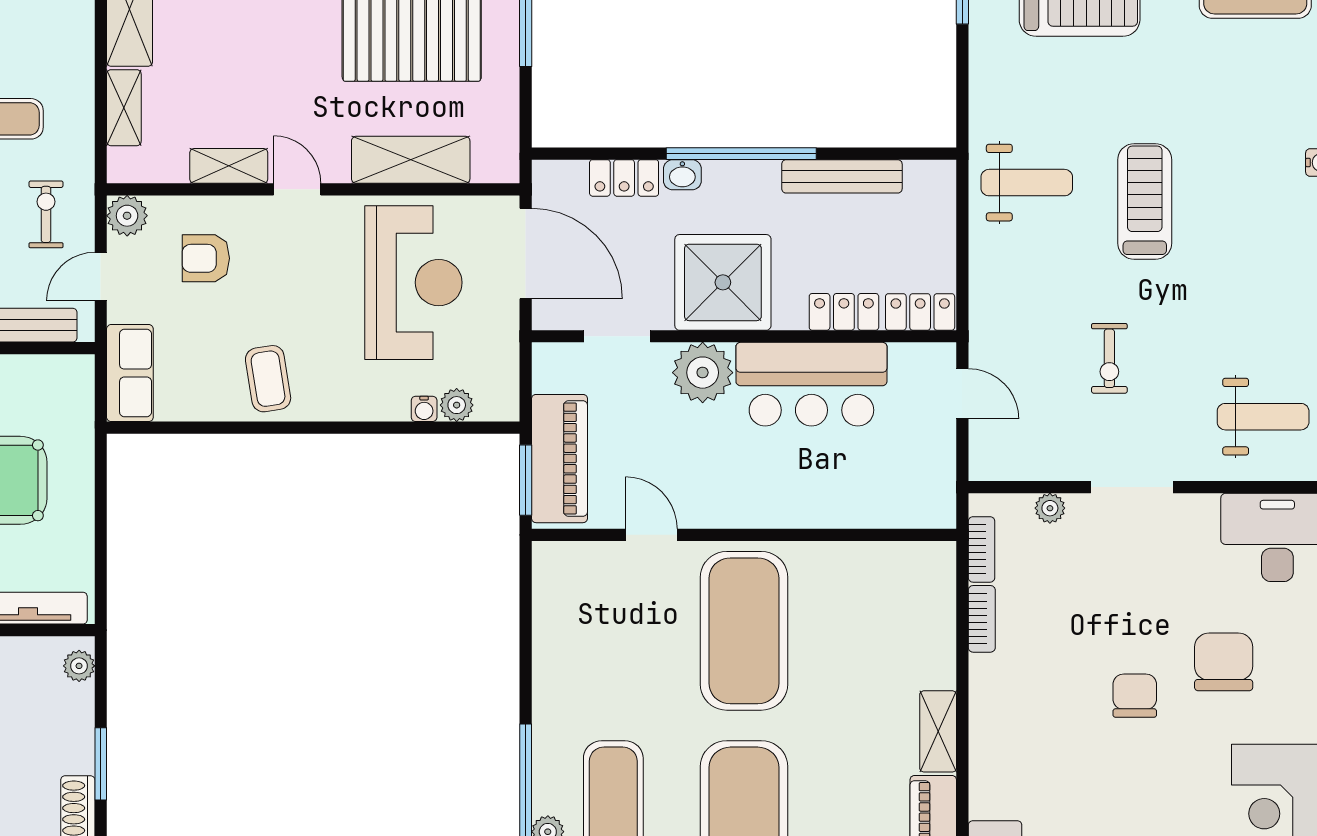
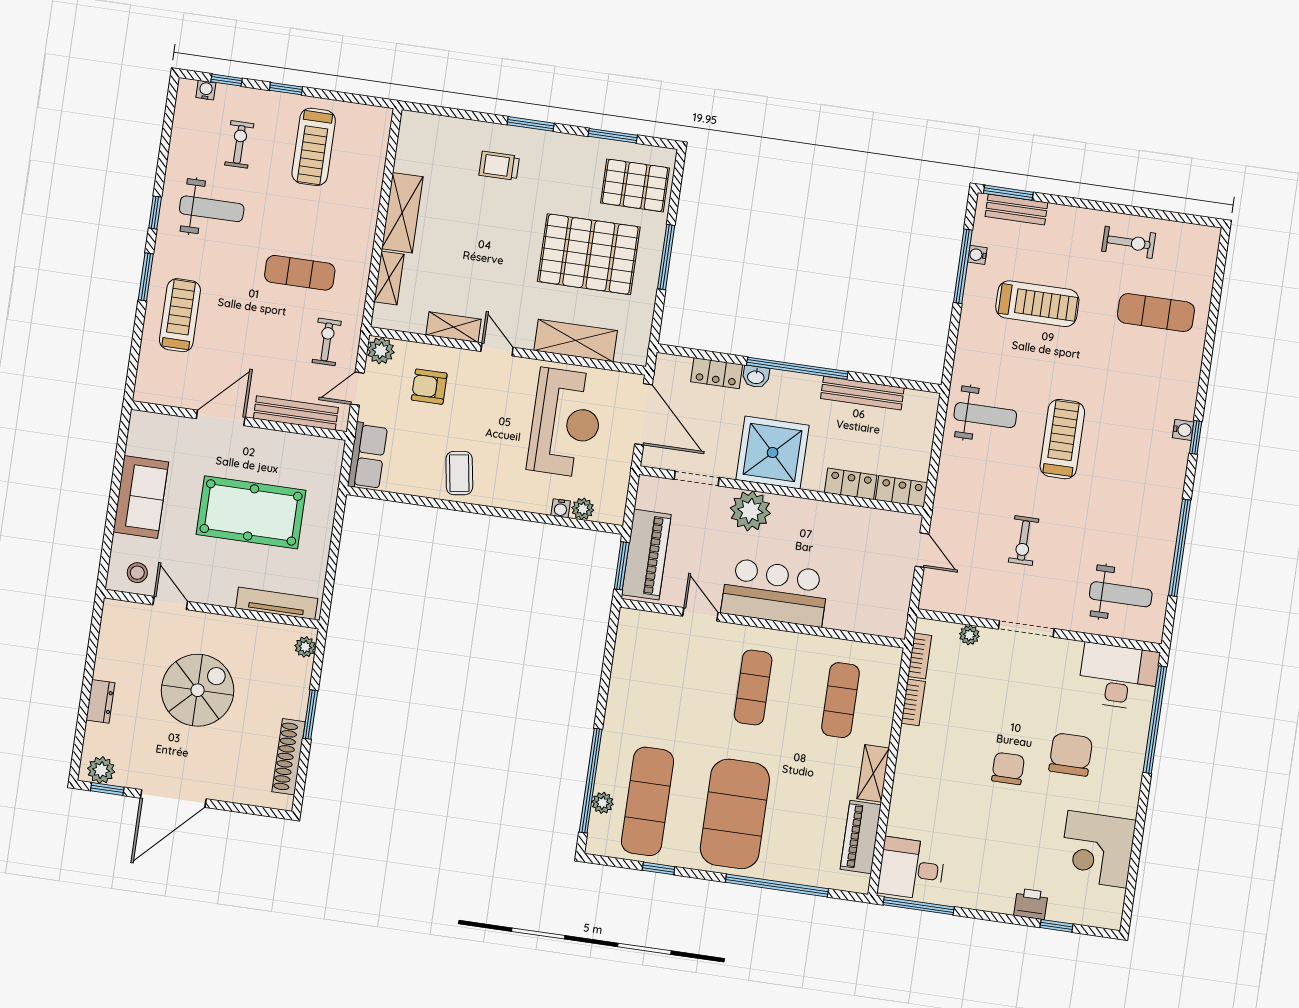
bar counter: (811, 384) -> (775, 592), moved, turned 180
exercise mat: (744, 631) -> (753, 687), width x0.50, depth x0.69
exercise mat: (875, 631) -> (841, 700), added

